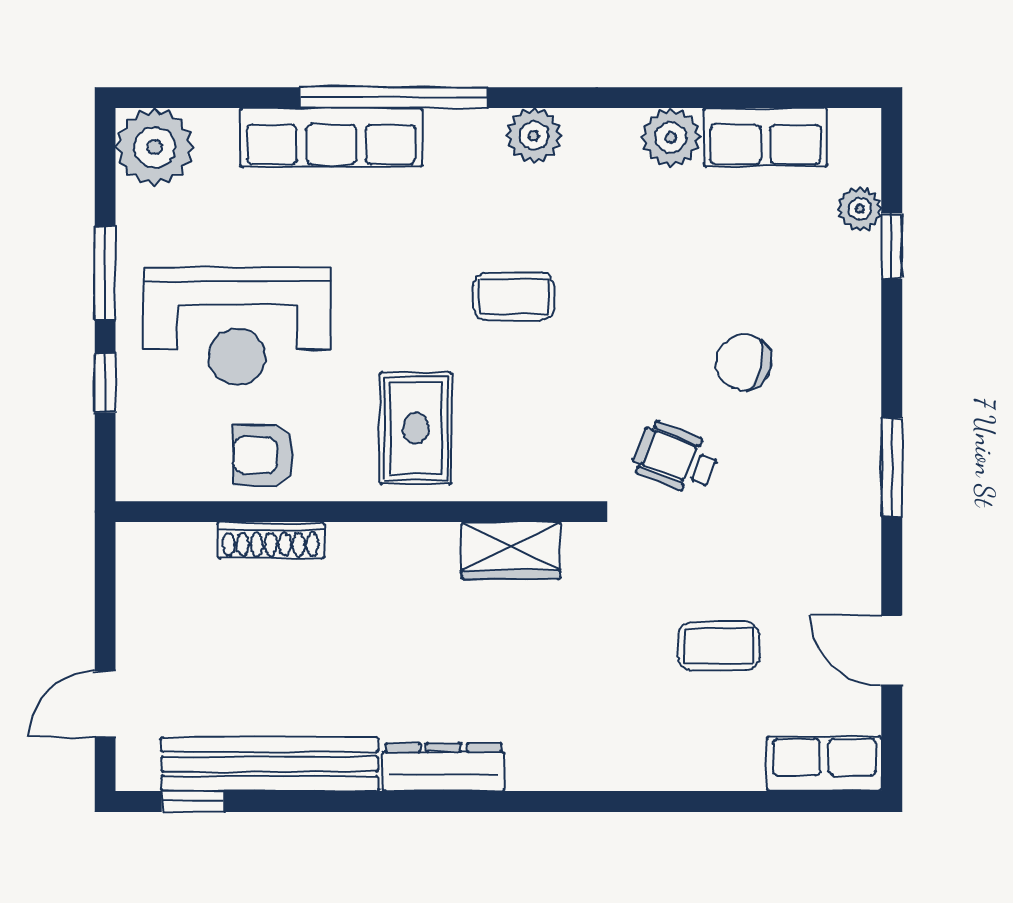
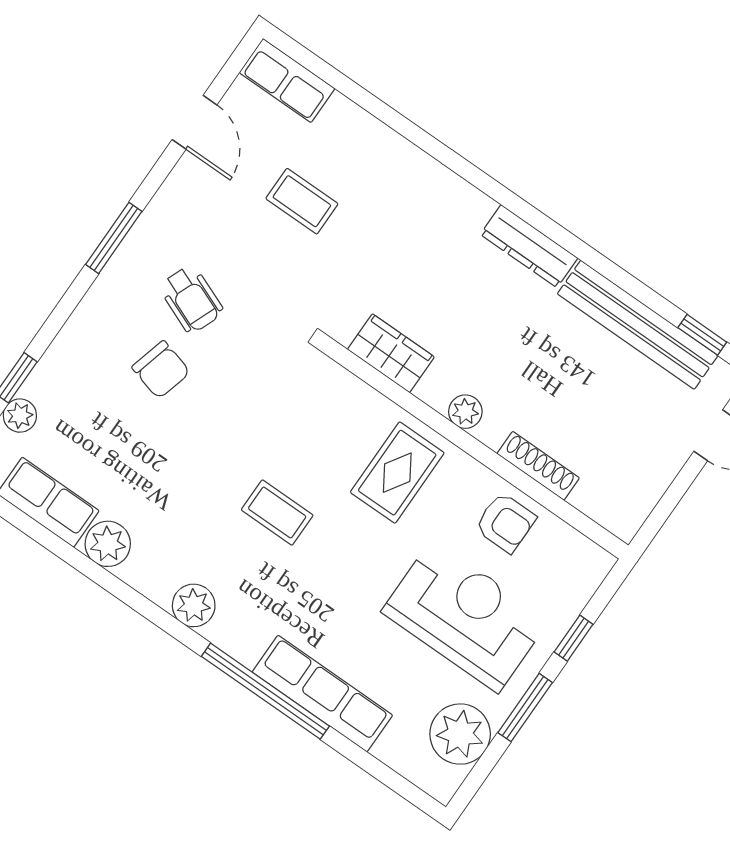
plant: (155, 147) -> (460, 734), moved
wheelchair: (675, 458) -> (191, 299), moved
plant: (388, 544) -> (465, 412), added

